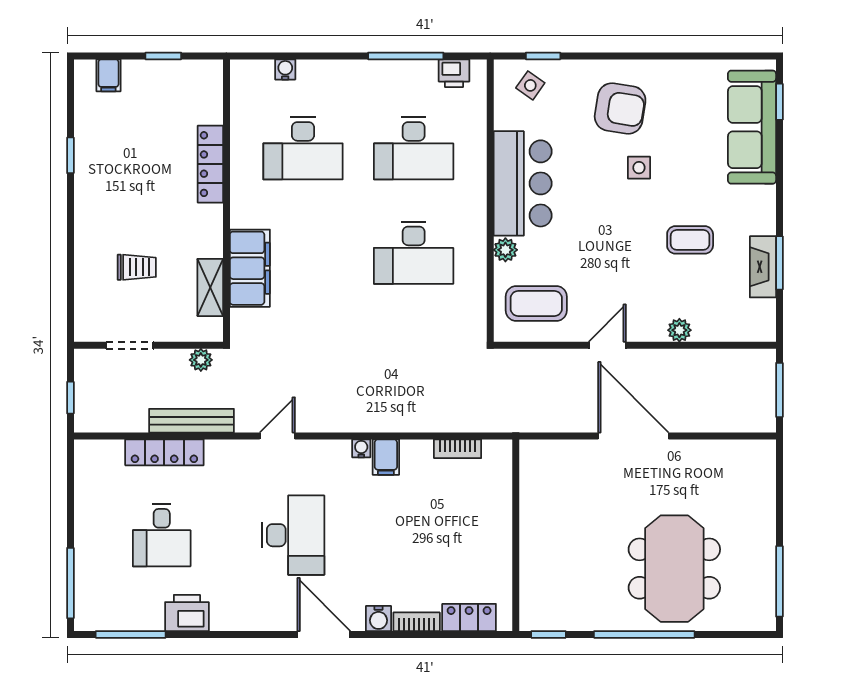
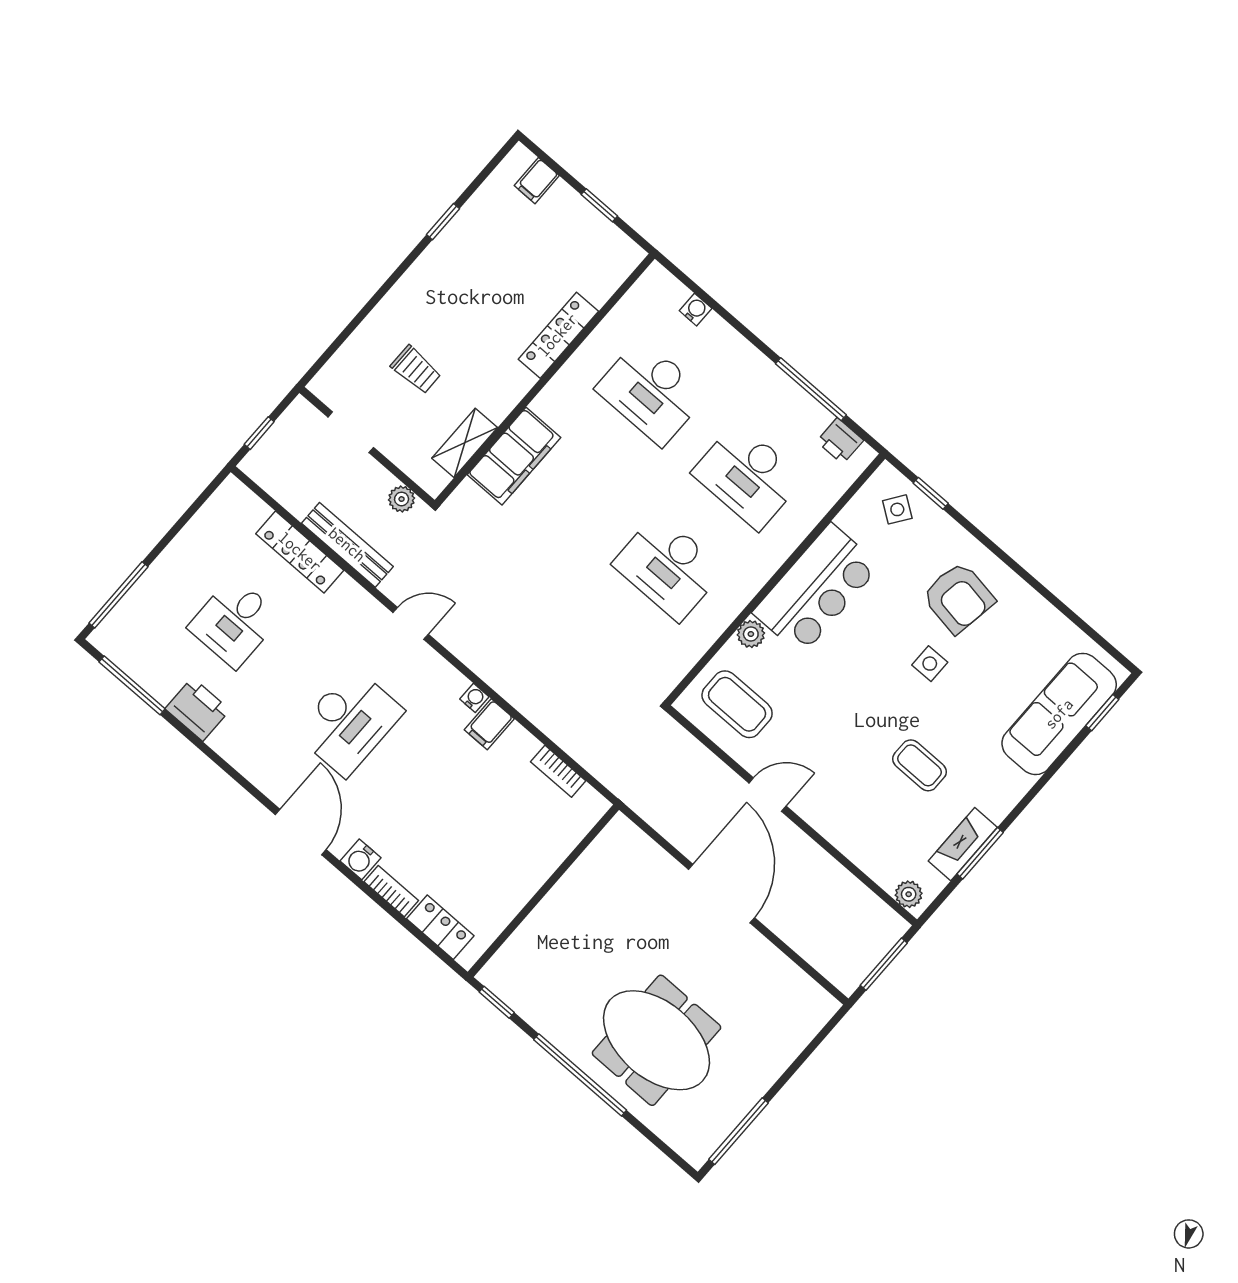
plant: (679, 330) -> (909, 894), moved
meeting table: (674, 569) -> (656, 1040), turned 90

